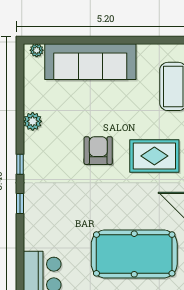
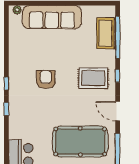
plant: (33, 121) -> (15, 56), removed
armchair: (98, 151) -> (46, 79), moved

